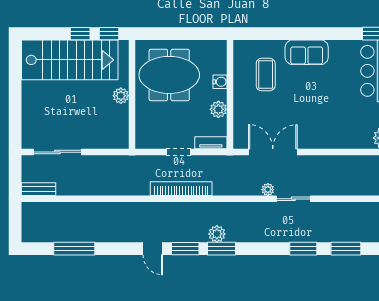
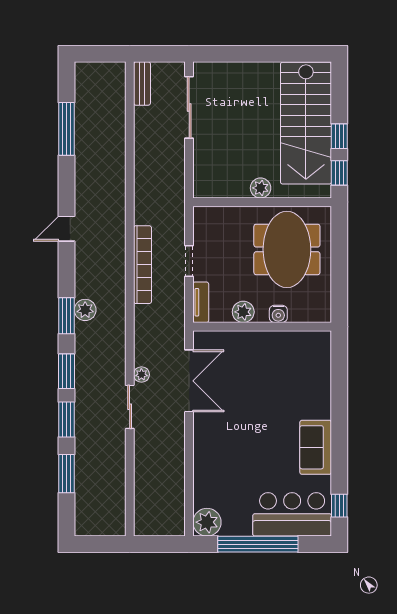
sofa: (307, 52) -> (316, 447), moved
coffee table: (266, 75) -> (287, 372), removed
window: (185, 249) -> (66, 371), moved

